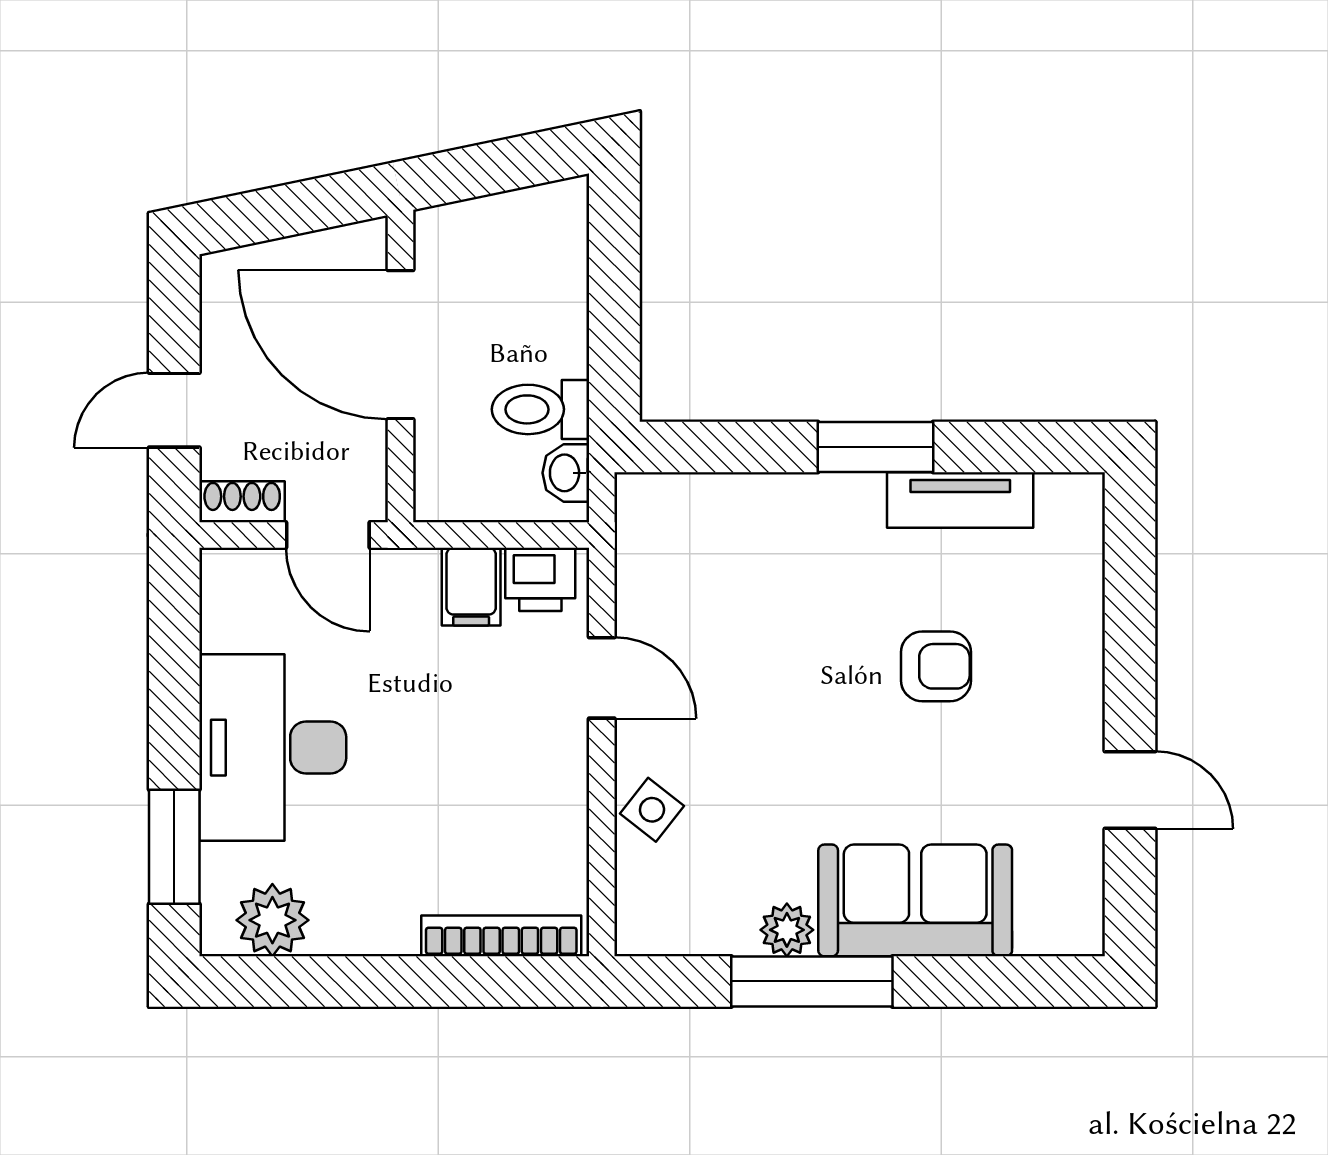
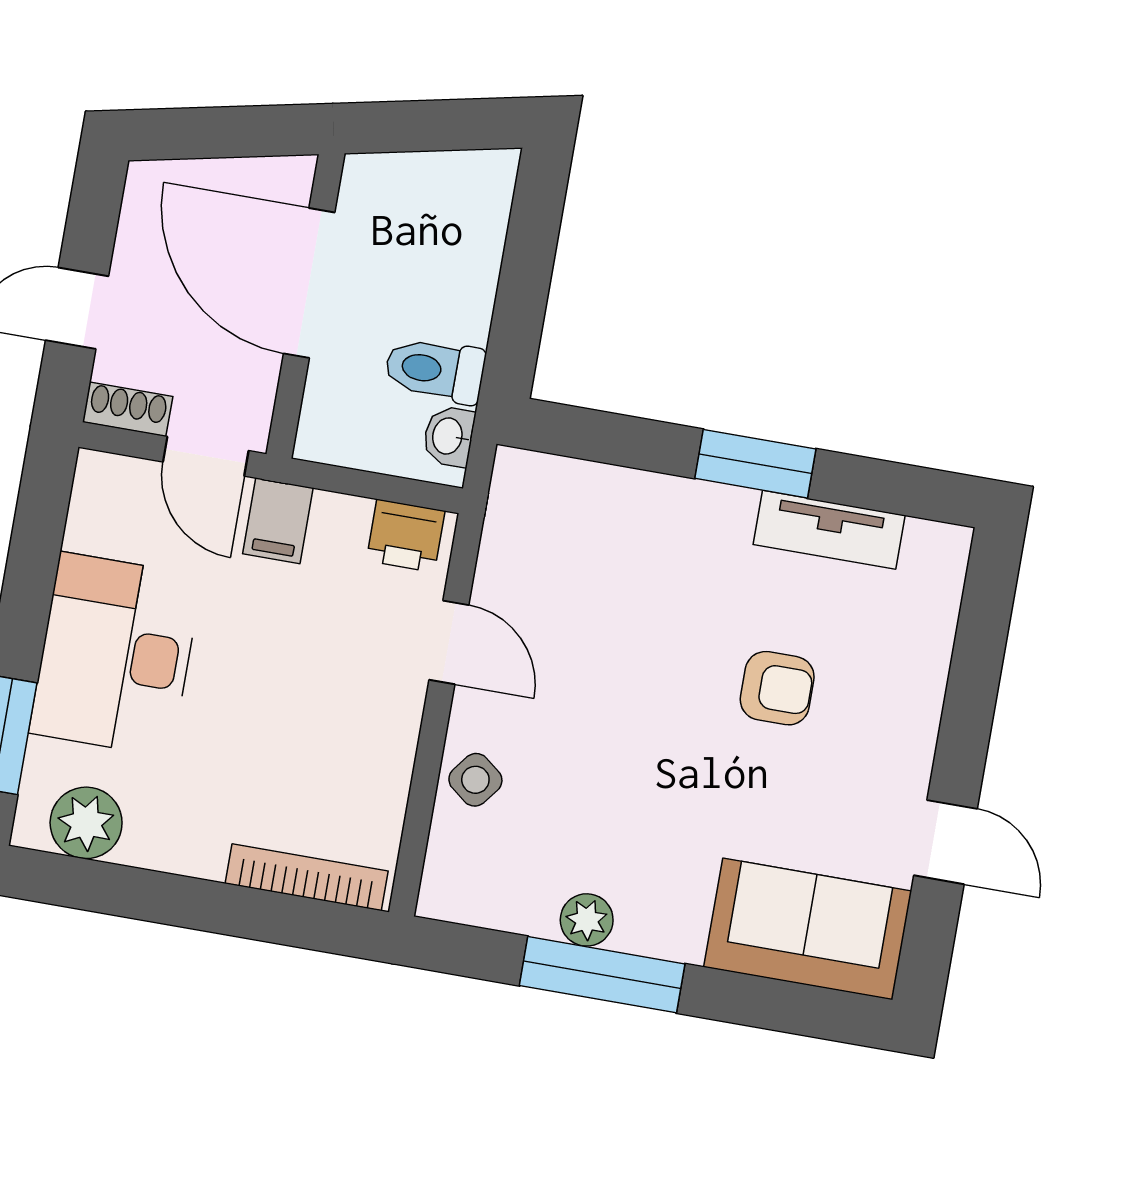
filing cabinet: (471, 587) -> (278, 521), moved
sofa: (915, 900) -> (808, 929), moved

